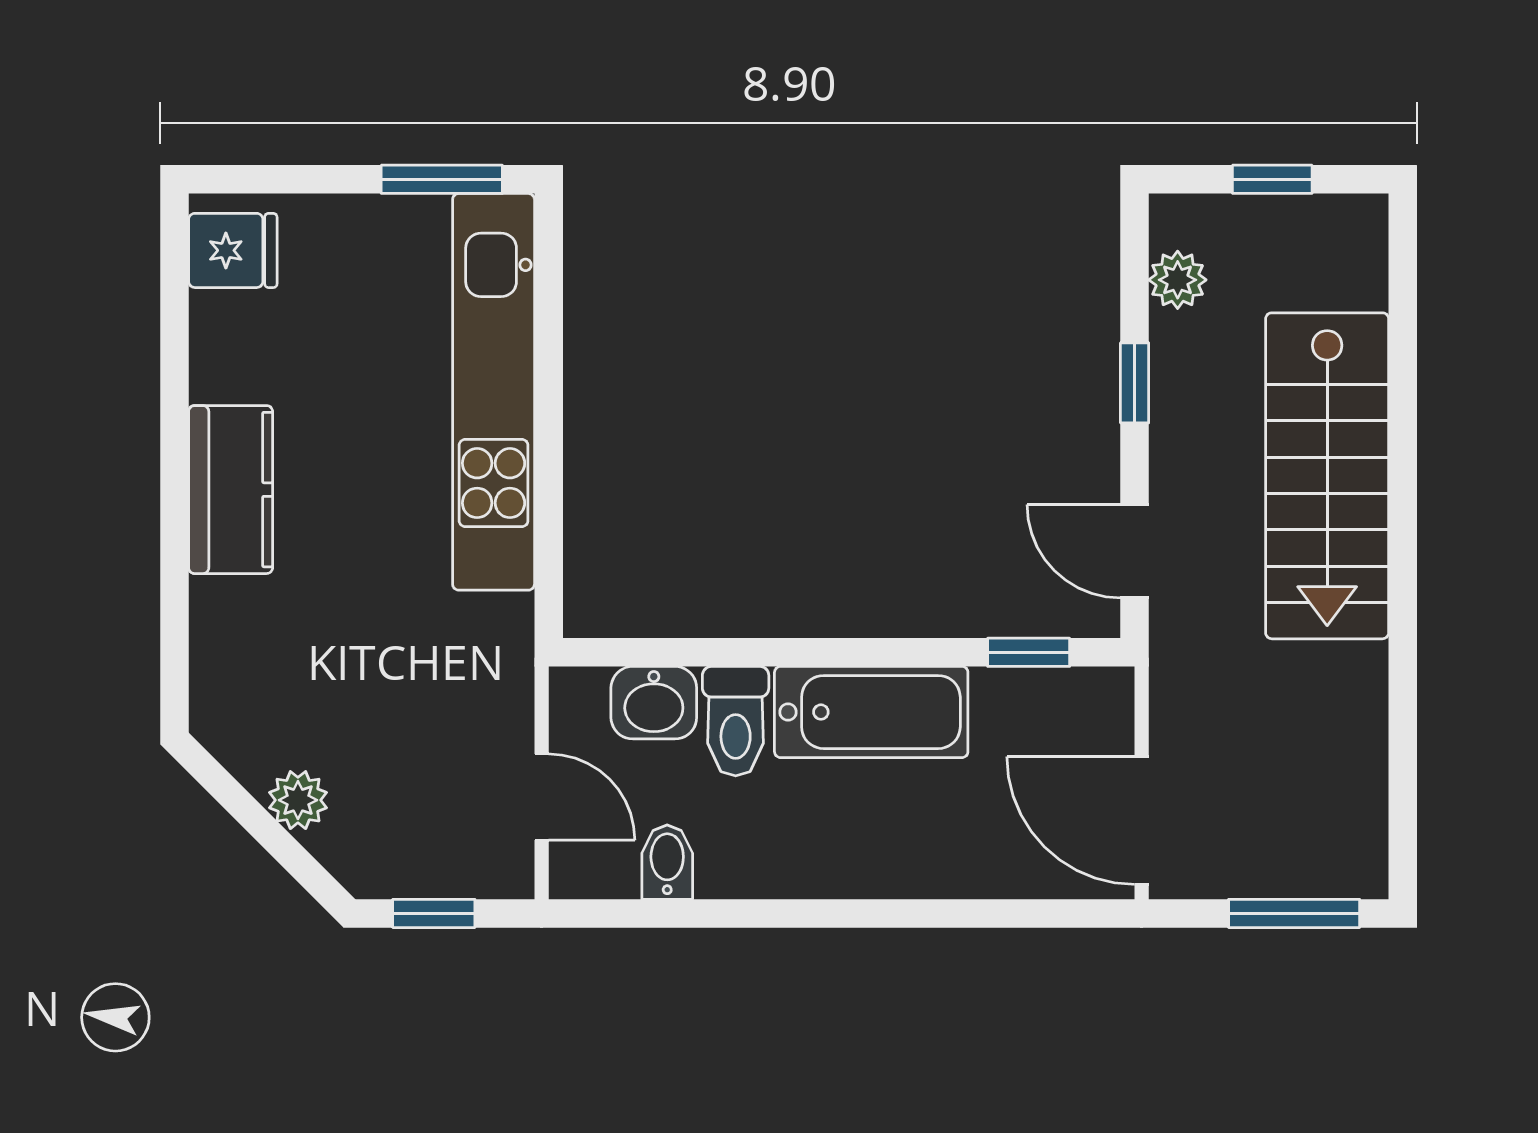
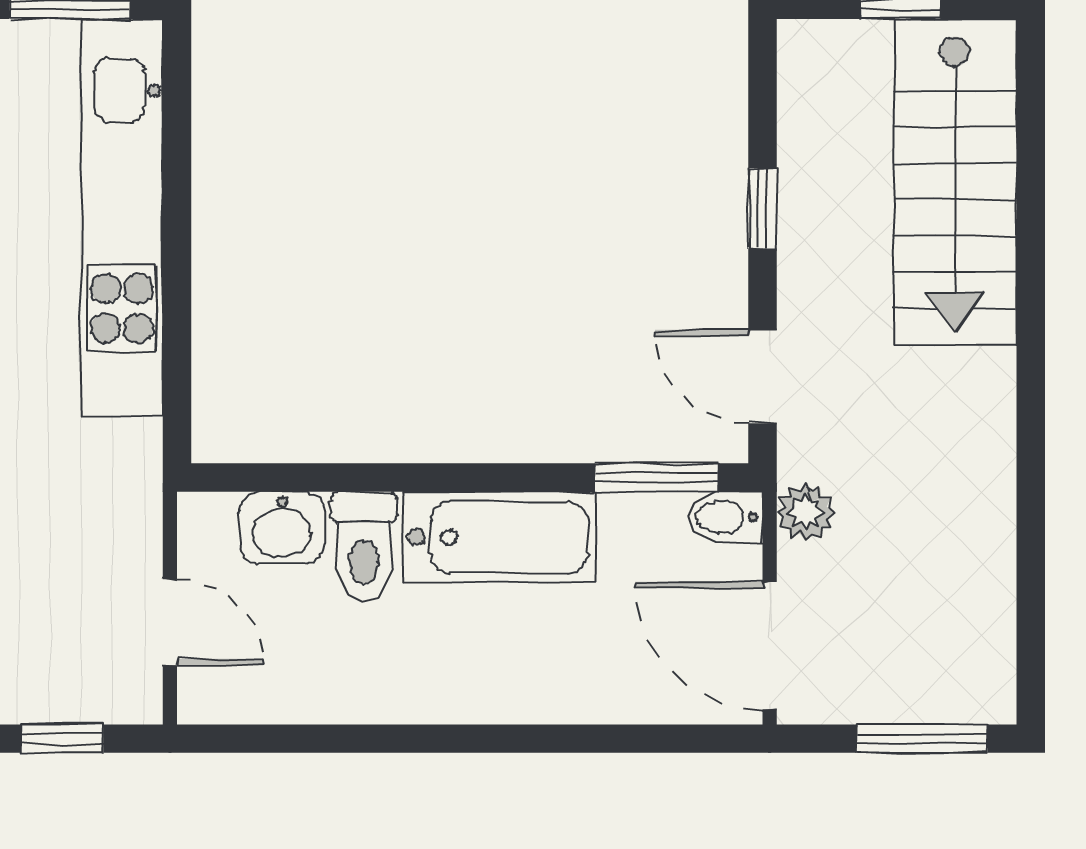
plant: (1178, 280) -> (806, 512), moved
stairs: (1327, 476) -> (955, 182), moved
window: (1029, 652) -> (657, 478), width x1.50
bidet: (667, 862) -> (725, 517), moved, turned -90

